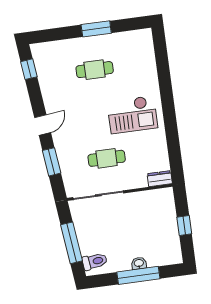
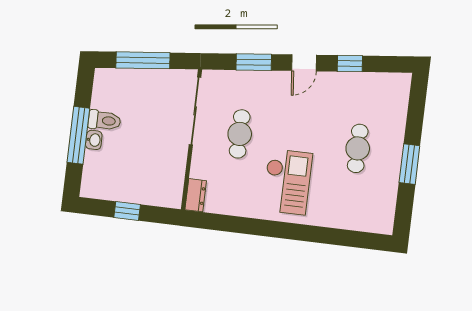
window: (29, 69) -> (350, 64), moved
checkout: (132, 115) -> (287, 182), turned 180
door: (43, 125) -> (304, 63), hinge flipped
toilet: (95, 261) -> (104, 120), moved, turned -84

